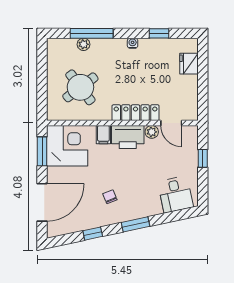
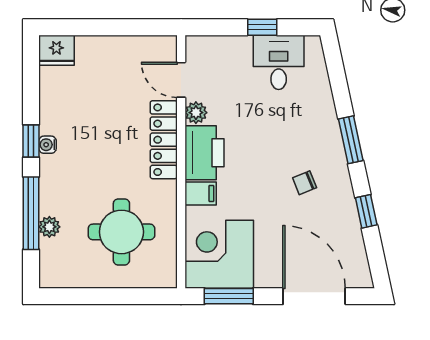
window: (159, 33) -> (31, 141), moved
fridge: (189, 64) -> (56, 50), moved
round table: (80, 87) -> (121, 232), turned 37
door: (171, 123) -> (181, 80), swing flipped
window: (203, 158) -> (262, 27), moved
desk: (176, 194) -> (279, 62), moved, turned -78

